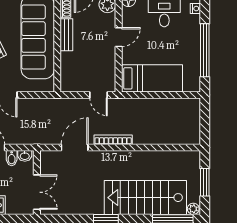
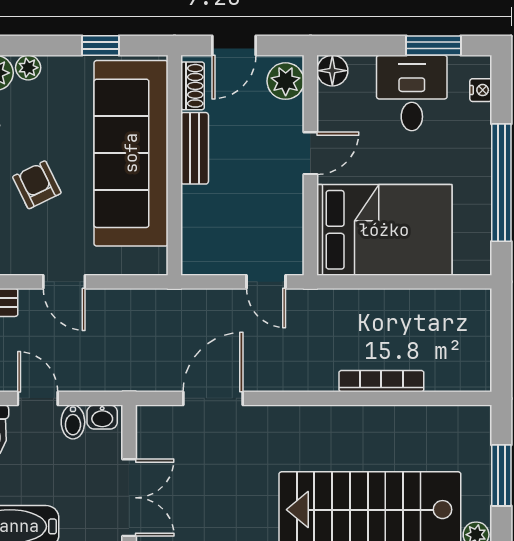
bed: (152, 78) -> (384, 230), width x1.50
bookcase: (113, 140) -> (381, 381), moved

